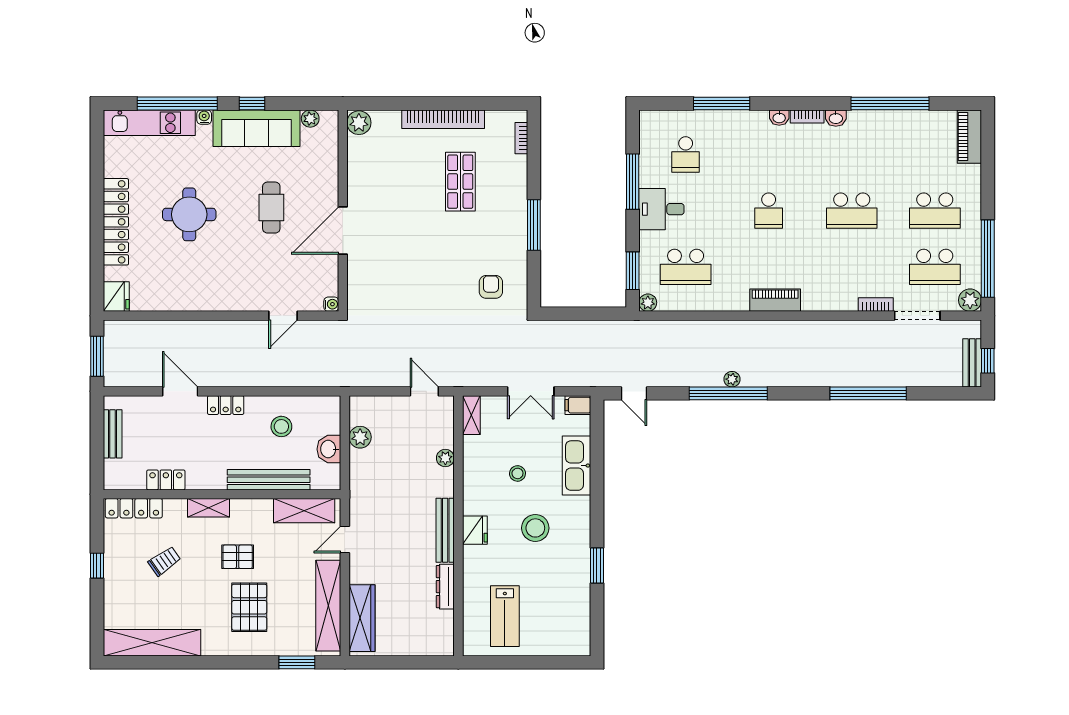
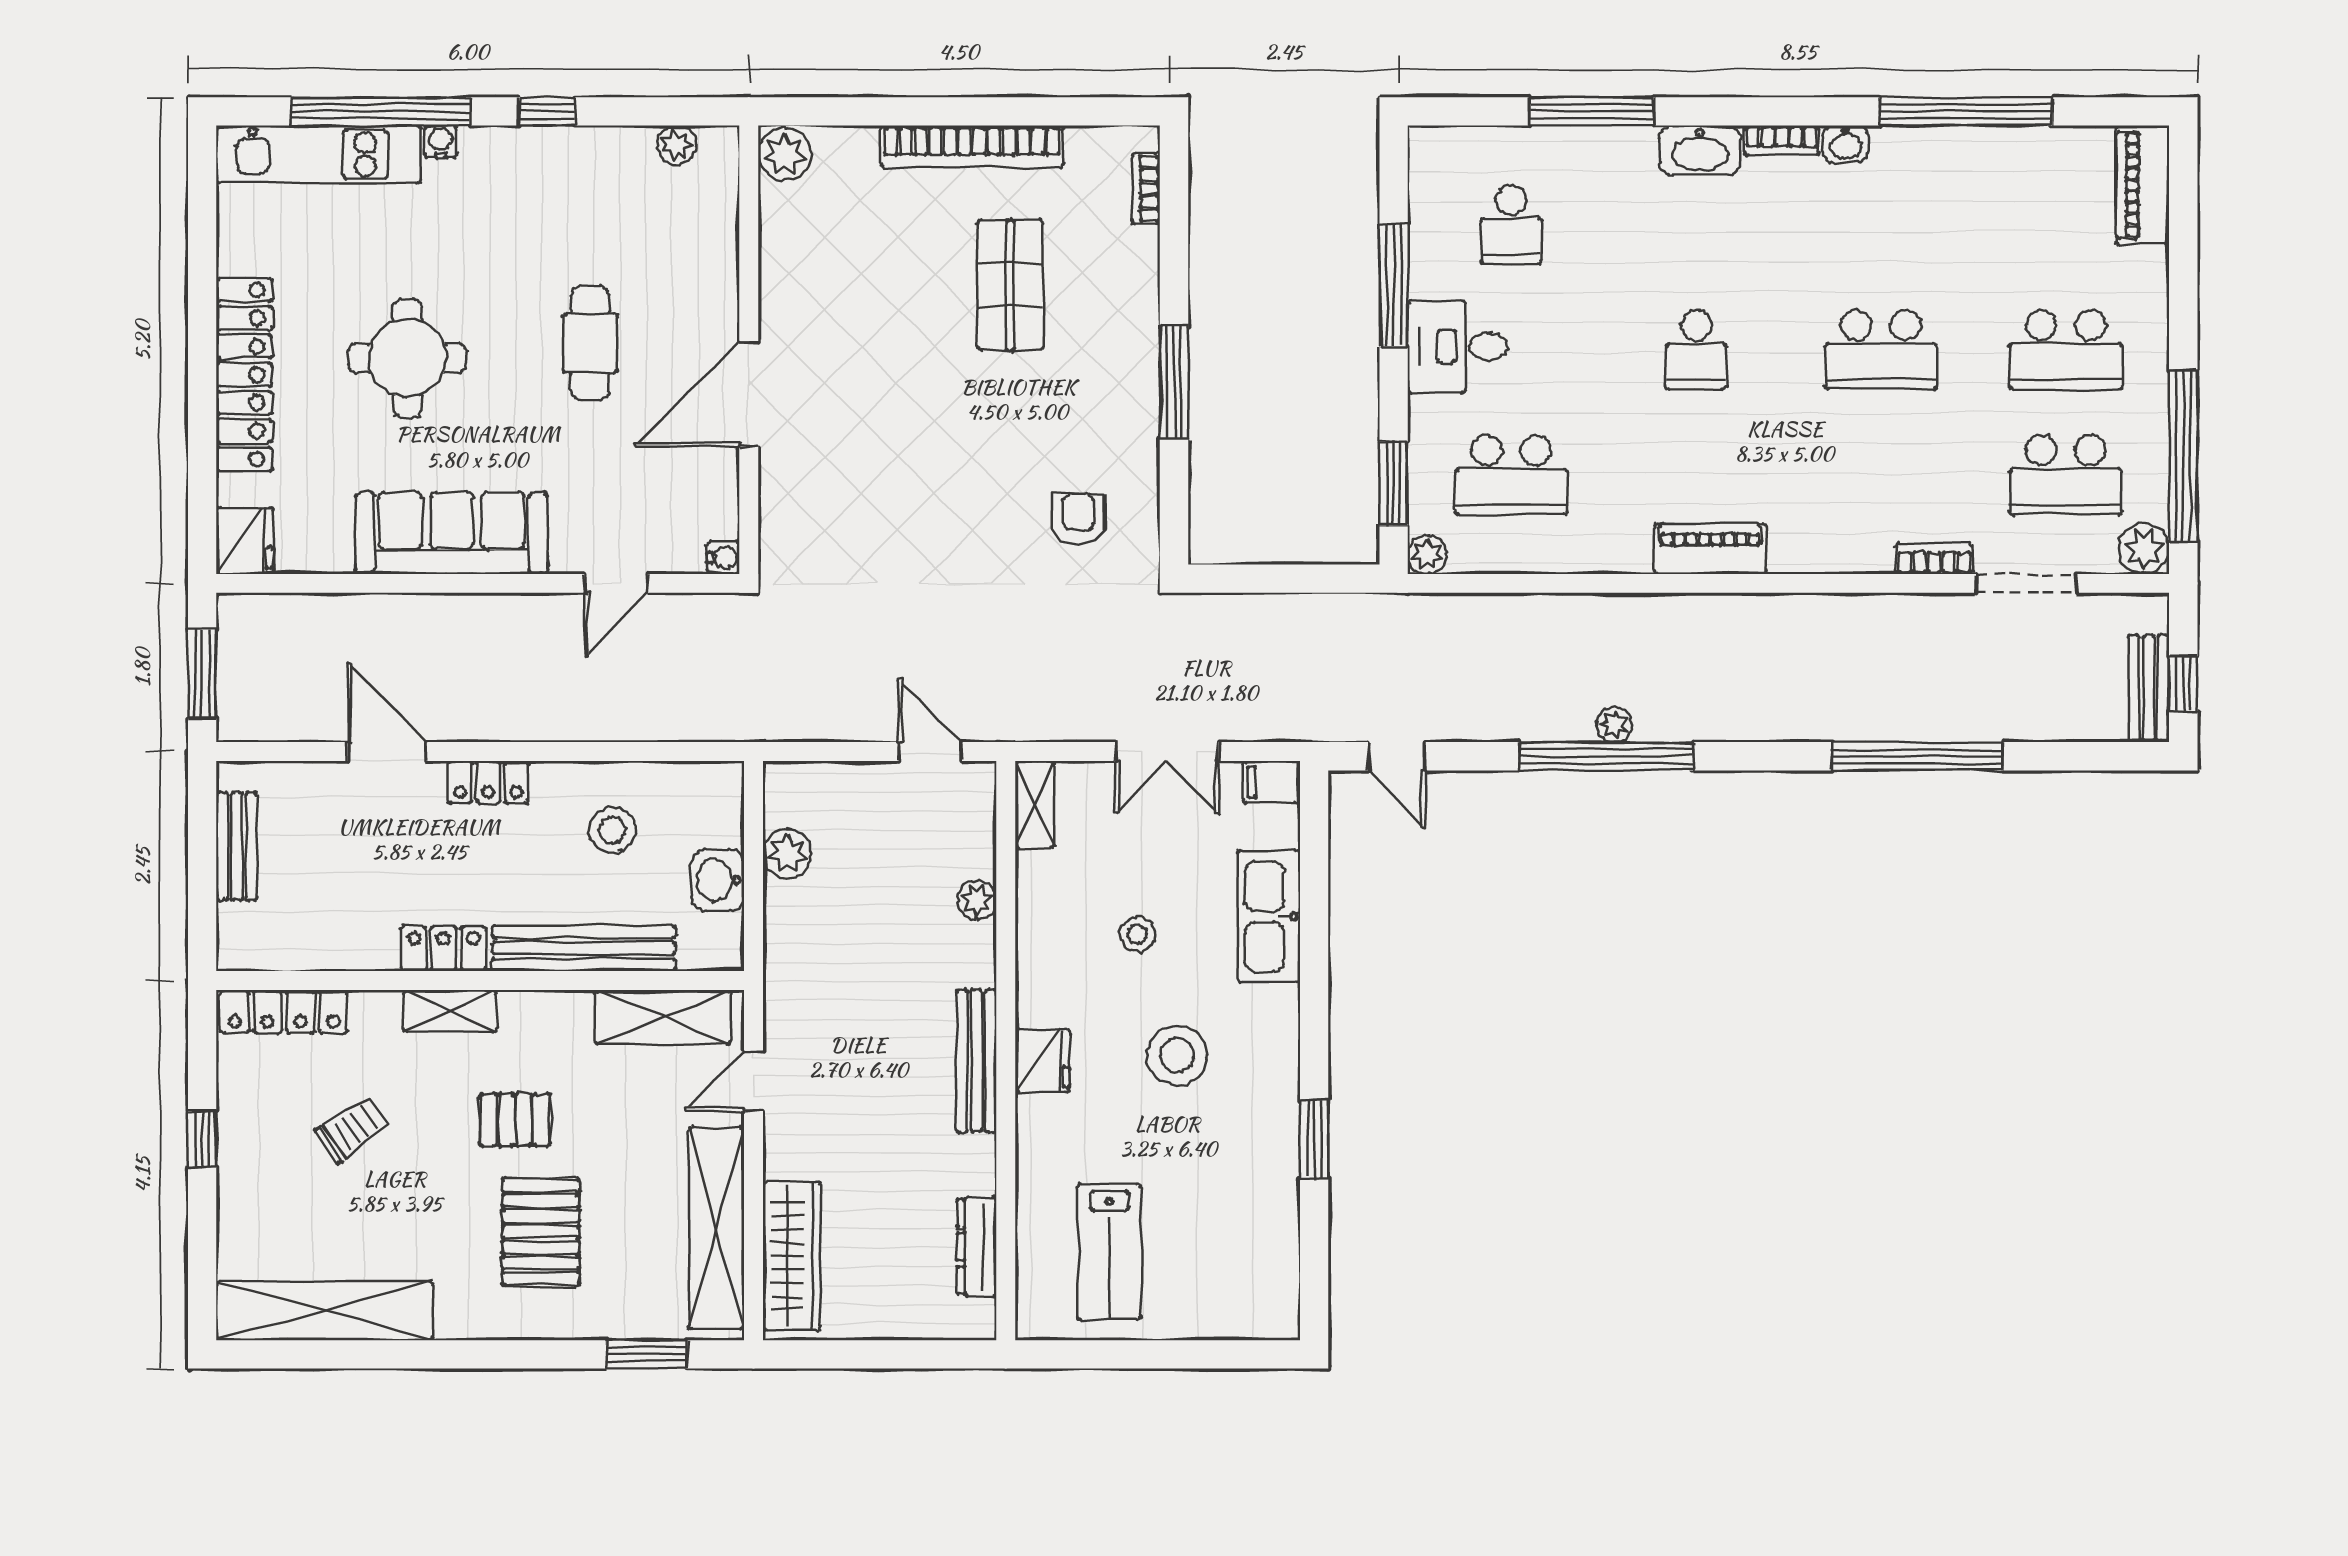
washbasin: (779, 118) -> (1700, 150), width x1.91, depth x1.45
sofa: (256, 128) -> (452, 533), moved, turned 180
locker: (166, 480) -> (444, 949), moved
dresser: (445, 587) -> (977, 1247), moved

